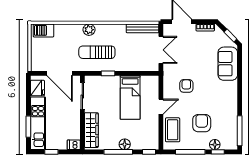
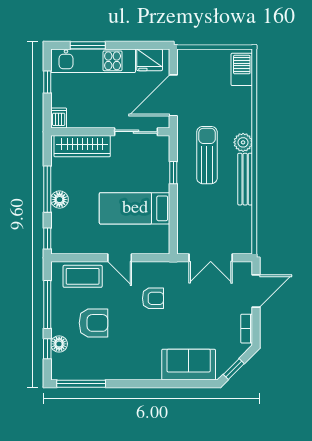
bench: (143, 28) -> (245, 179), moved

